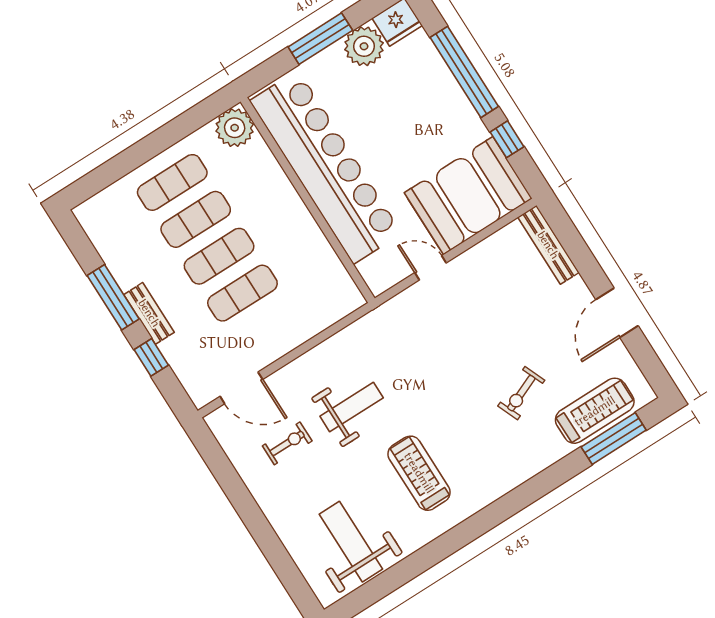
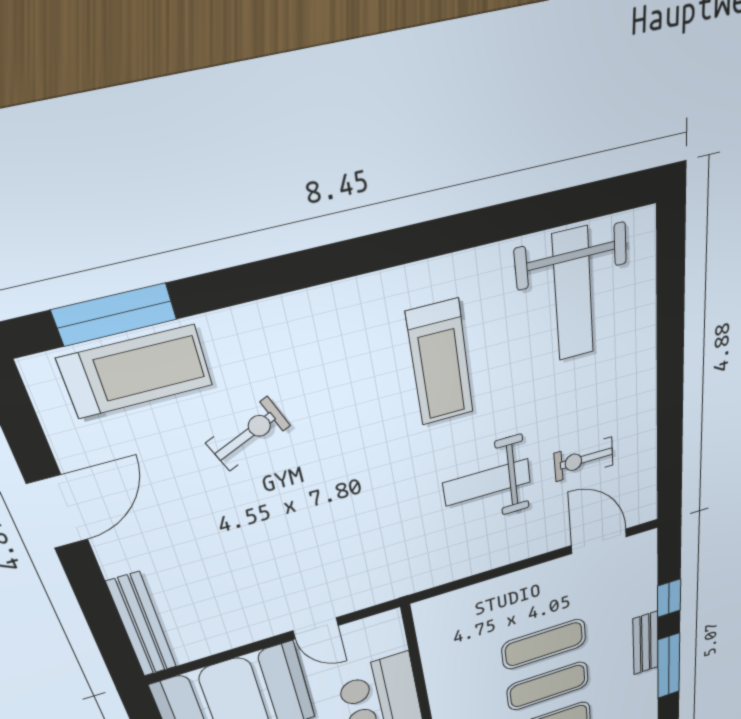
treadmill: (595, 411) -> (136, 372), turned 180

